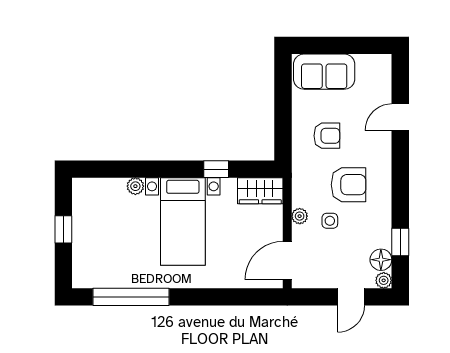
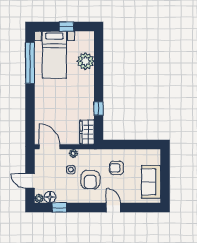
sofa: (324, 72) -> (151, 182), moved
door: (400, 117) -> (113, 207), moved
armchair: (327, 136) -> (117, 168), turned 90
plant: (135, 186) -> (85, 61), width x1.88, depth x1.88
bed with nightstands: (183, 221) -> (54, 55), moved, turned -90

